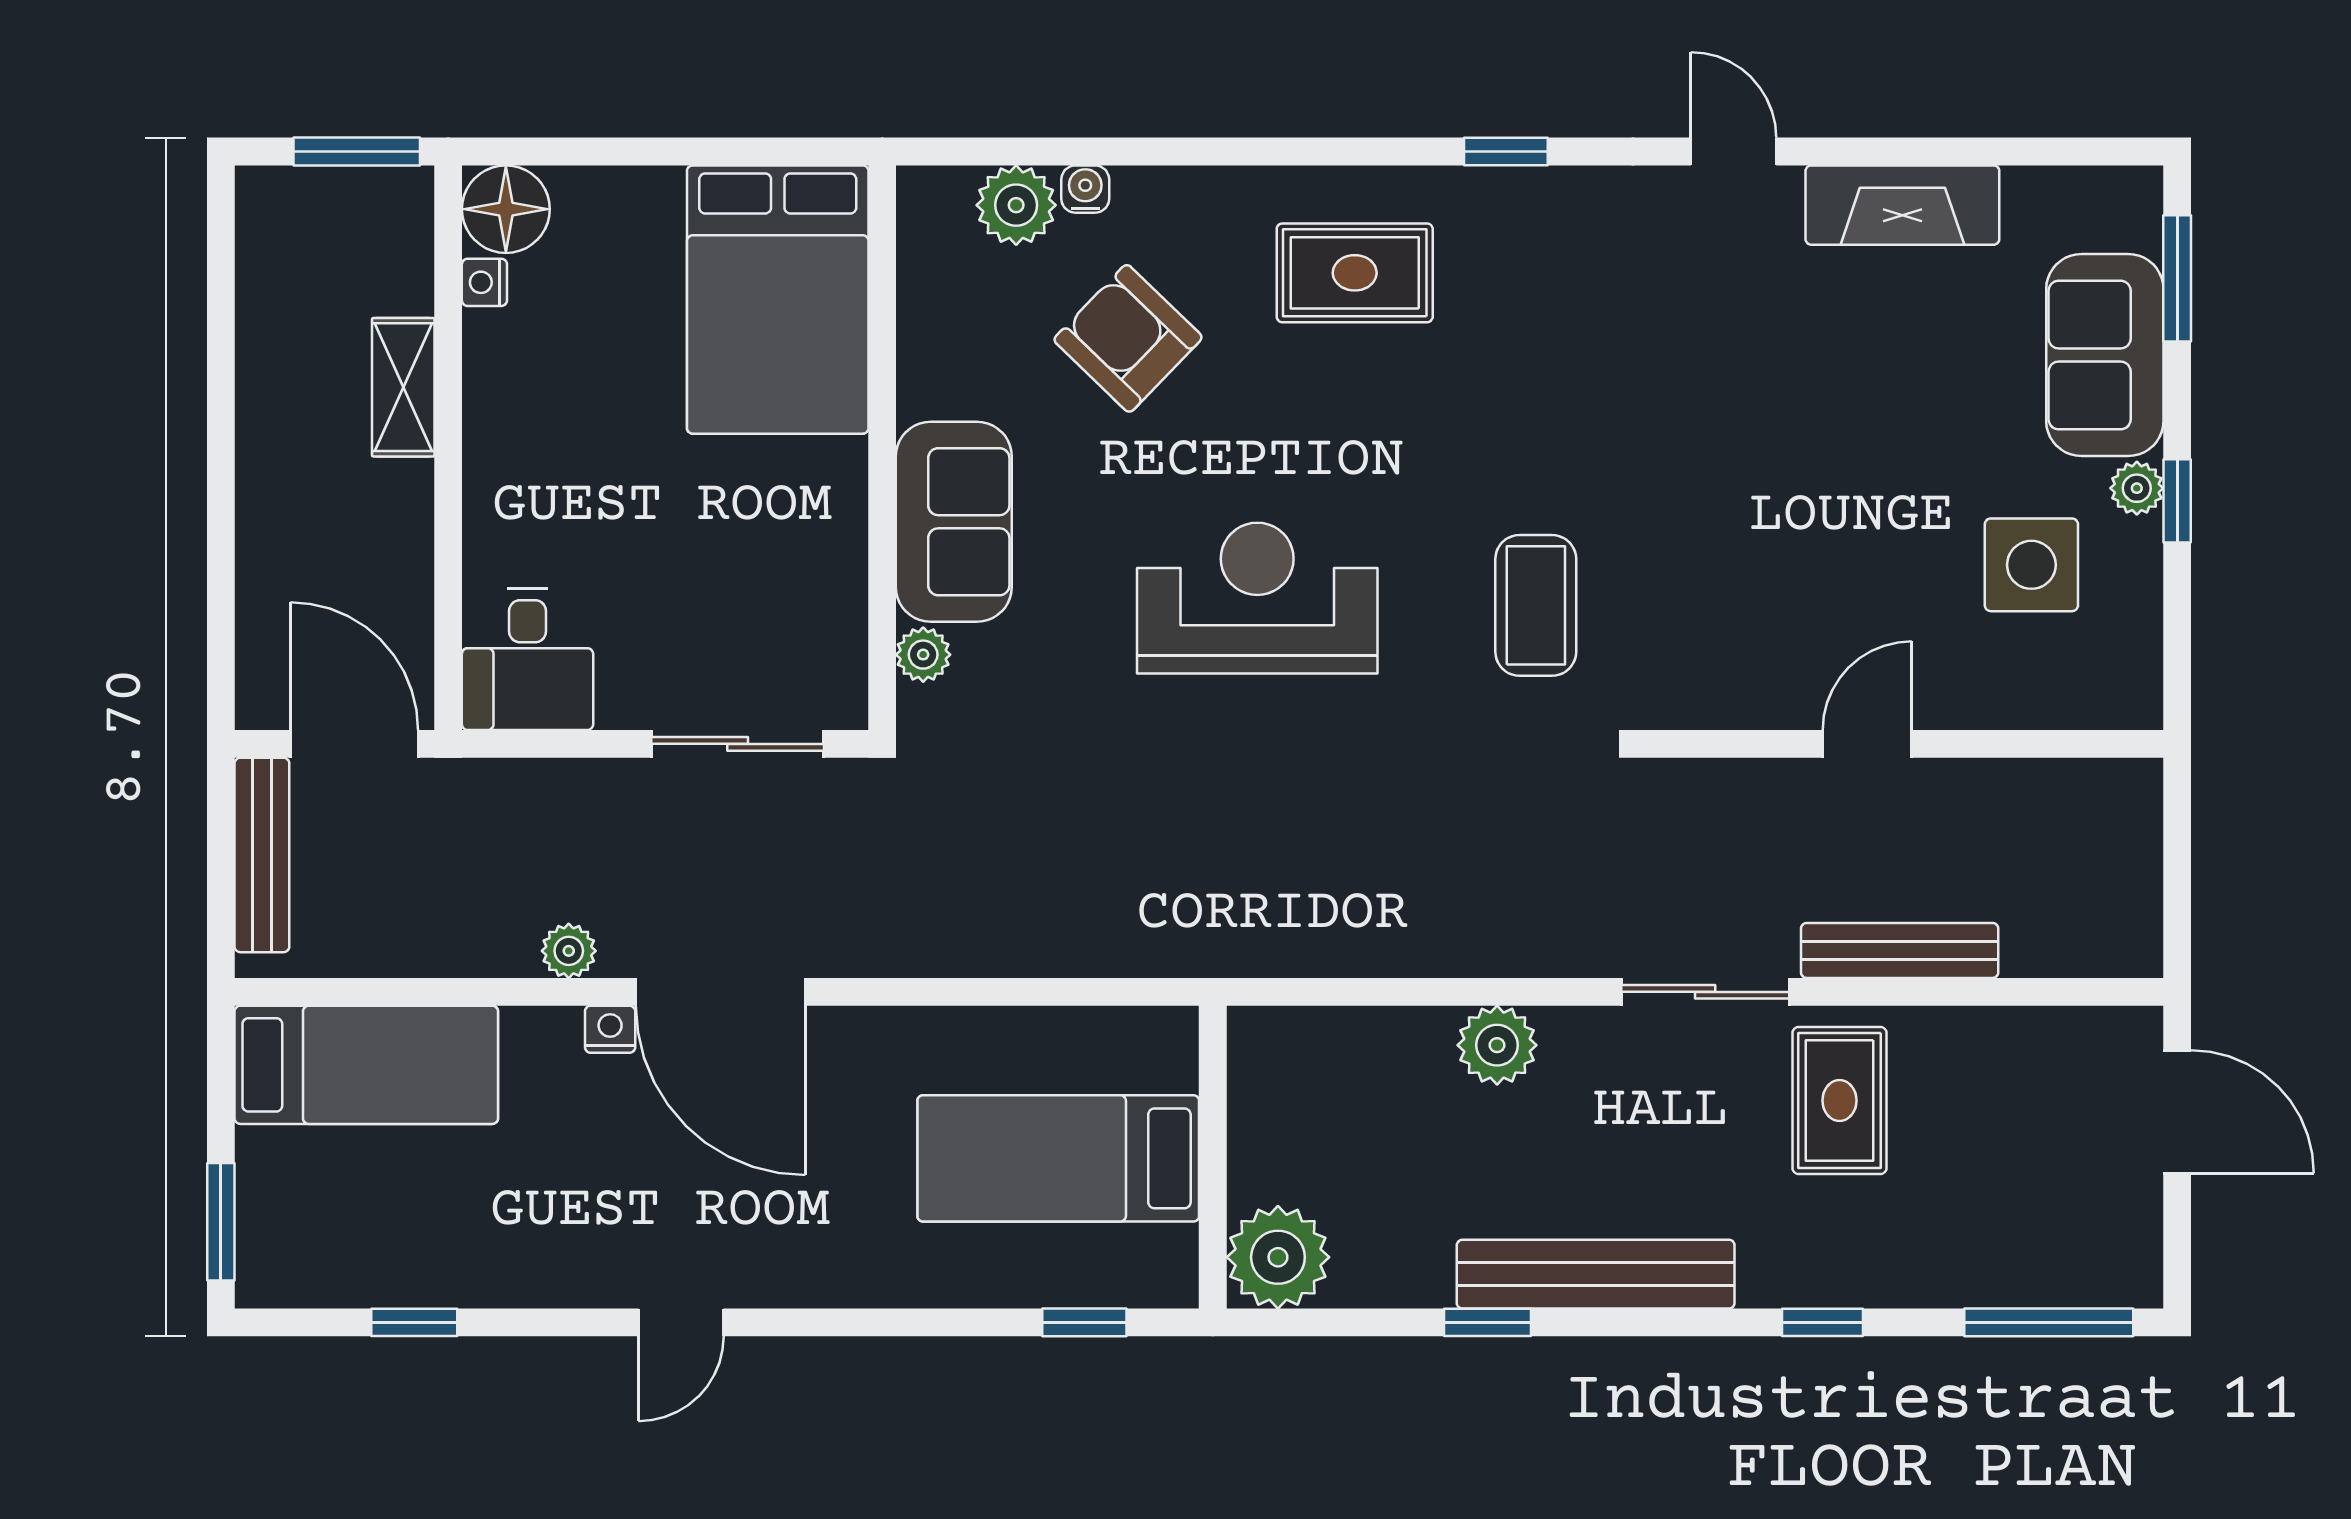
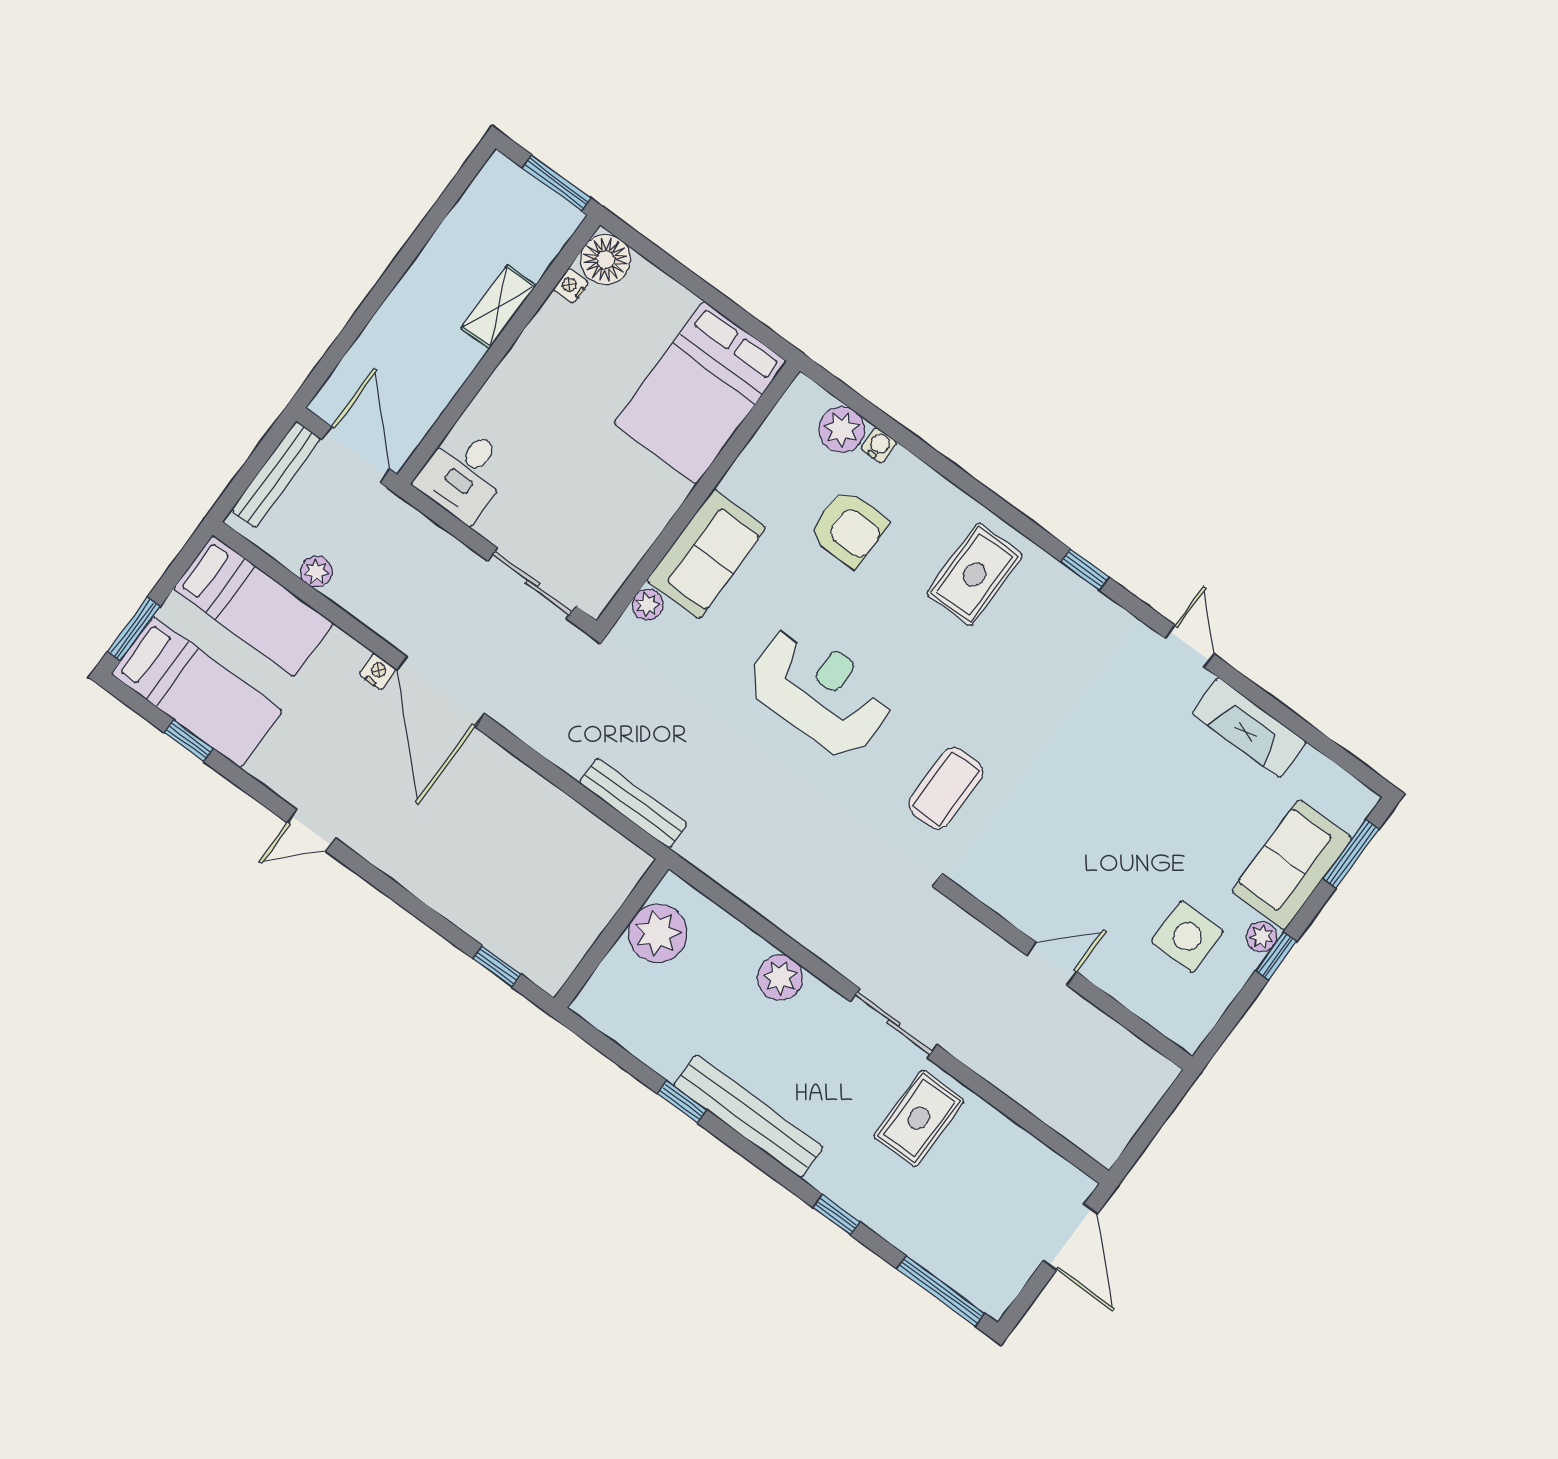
rug: (1355, 273) -> (974, 574), turned 90
armchair: (1128, 338) -> (848, 528), turned 136
bench: (1900, 950) -> (633, 803), moved
plant: (569, 951) -> (316, 572), moved
bed: (1058, 1158) -> (197, 692), moved, turned 180
plant: (1278, 1257) -> (658, 933), moved

